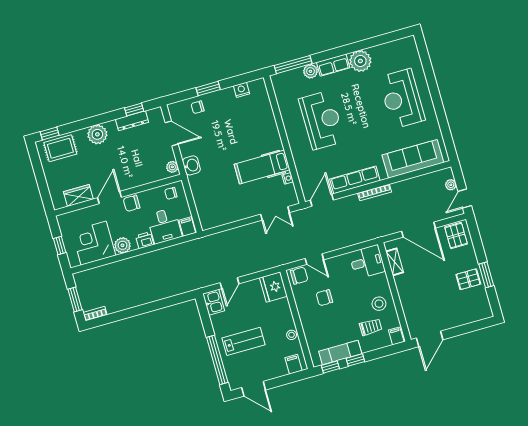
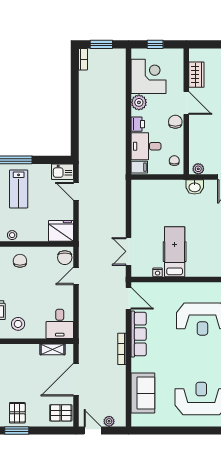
sofa: (413, 159) -> (143, 393), width x0.73
chair: (324, 298) -> (20, 261), moved

